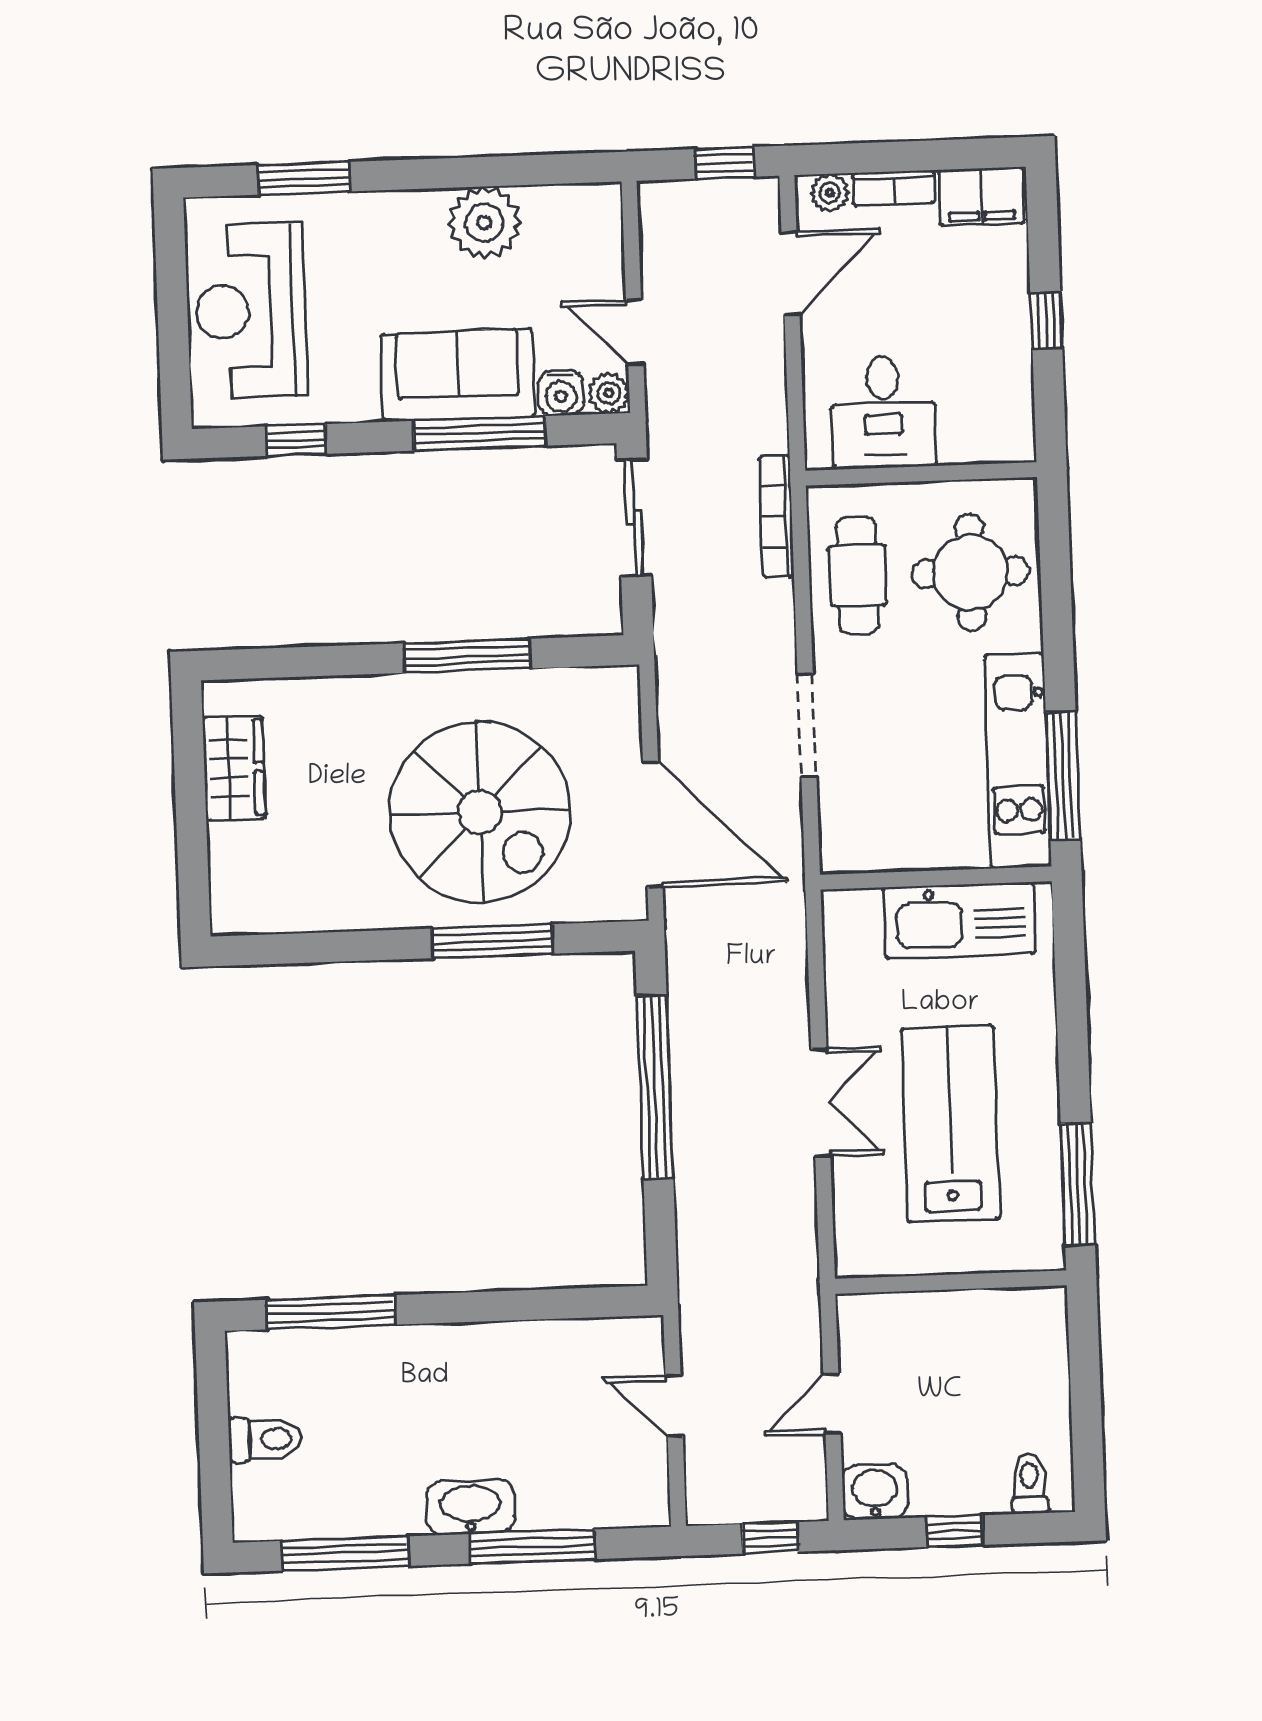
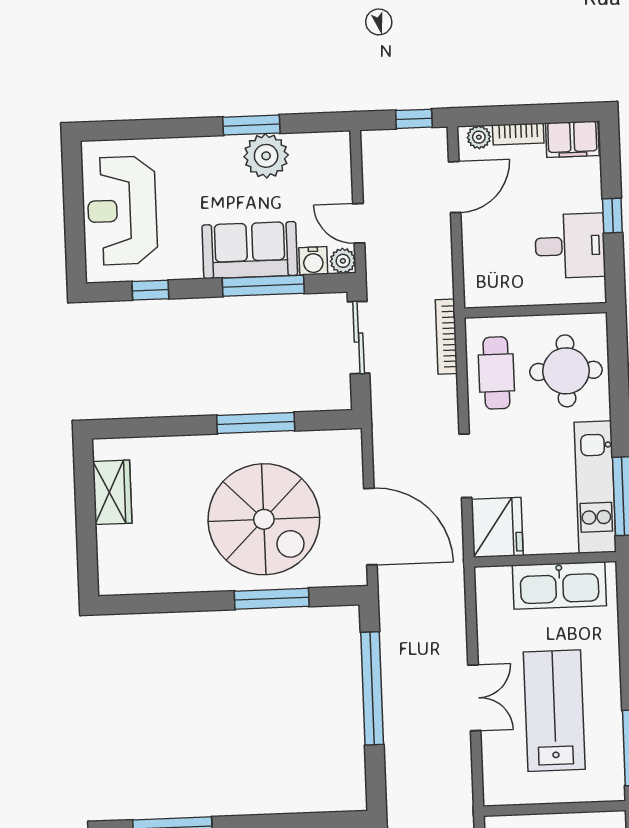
window: (304, 178) -> (251, 125), moved
desk: (883, 412) -> (570, 246), moved, turned -90
fridge: (858, 826) -> (497, 527), added

